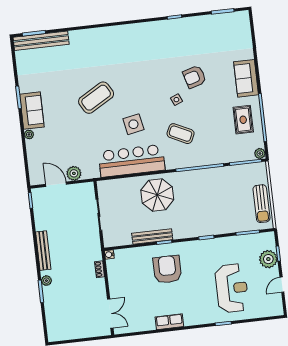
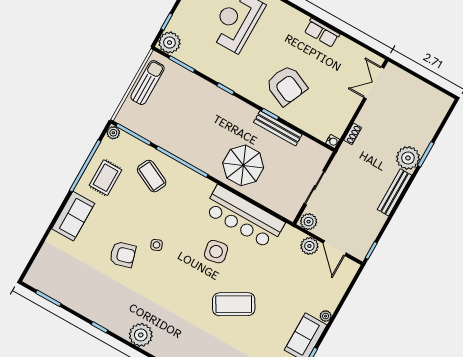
plant: (143, 32) -> (141, 335), added
coffee table: (181, 134) -> (152, 176), moved
plant: (86, 189) -> (309, 222), added
plant: (268, 259) -> (170, 43), moved
armchair: (167, 269) -> (287, 85), turned -66
plant: (46, 281) -> (408, 158), width x1.87, depth x1.87

